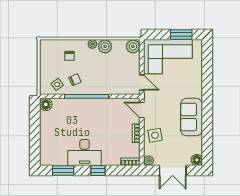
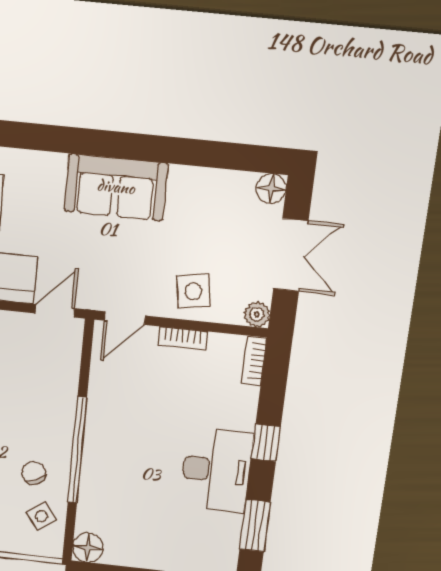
sofa: (191, 117) -> (116, 187), moved

